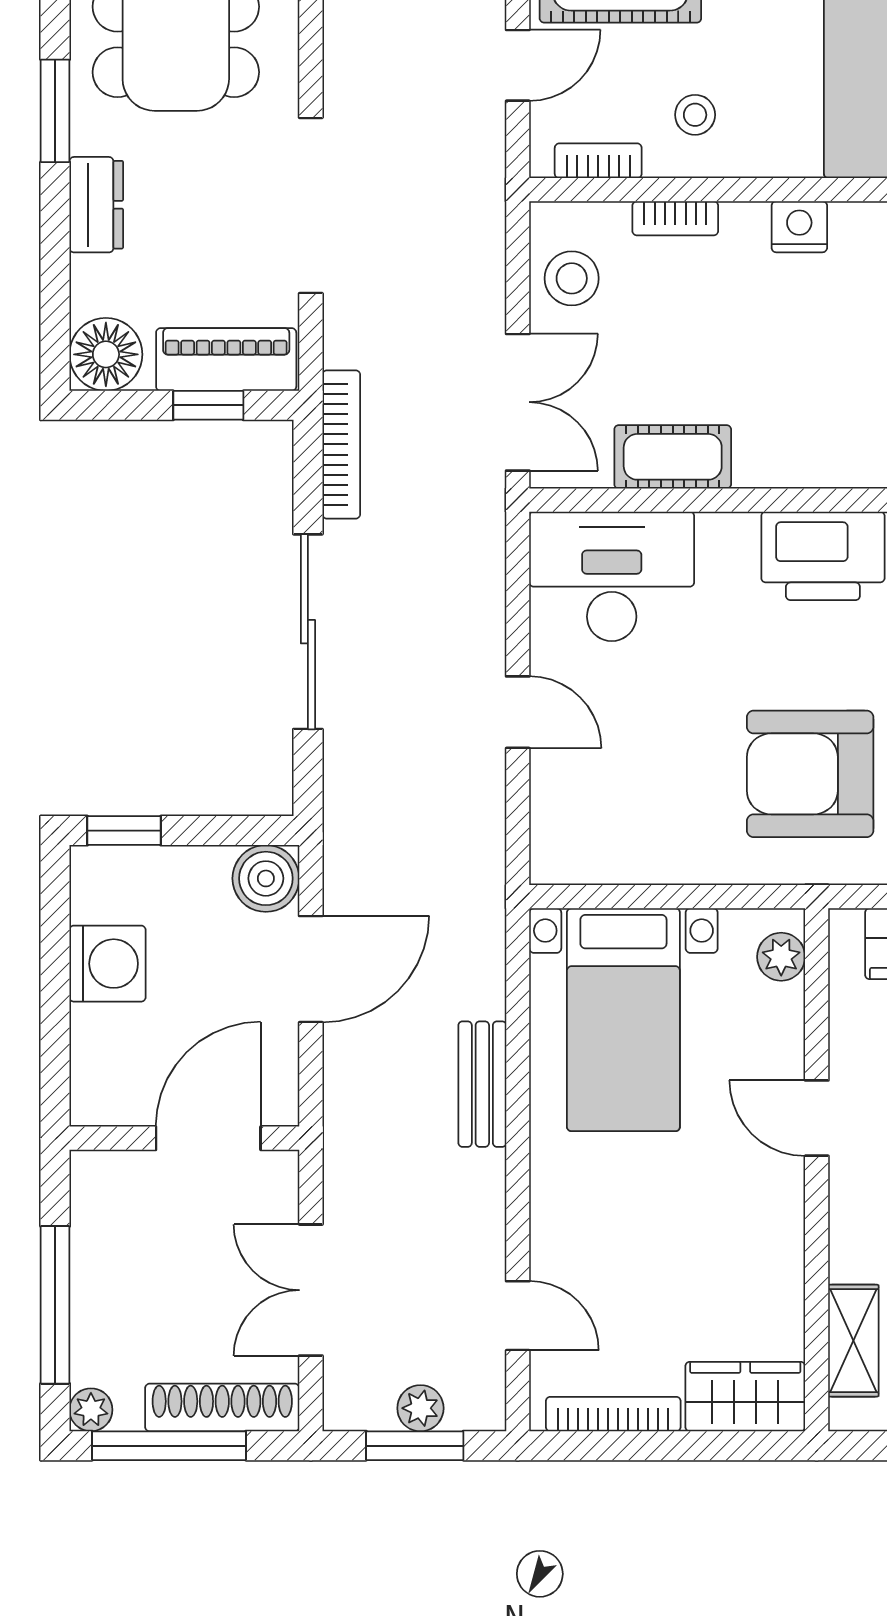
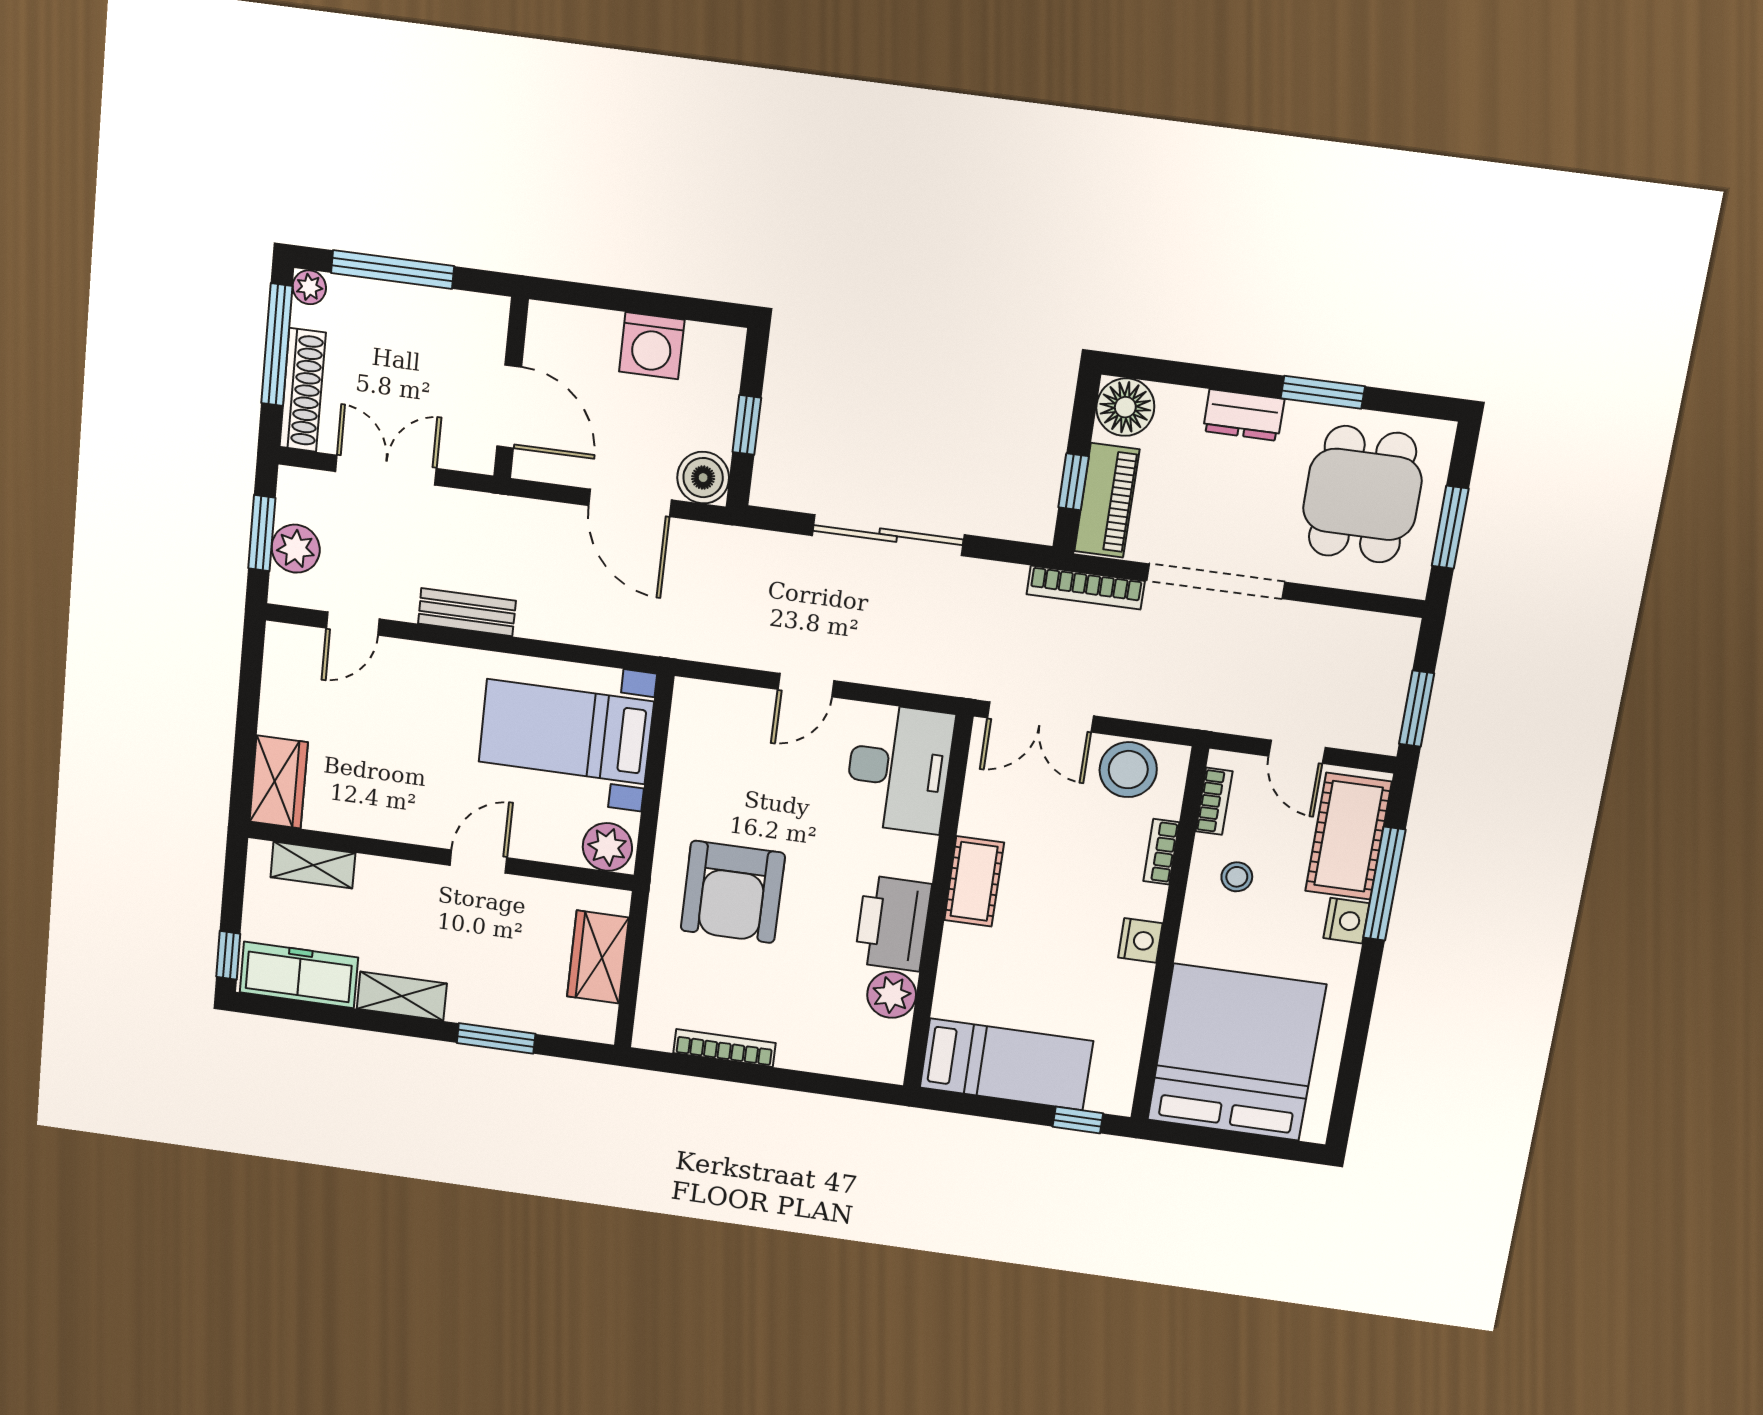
stool: (572, 278) -> (1128, 770), width x1.38, depth x1.38
bookcase: (341, 444) -> (1086, 588), moved
cot: (673, 457) -> (974, 881), moved
armchair: (810, 774) -> (733, 892), turned 180
window: (124, 831) -> (747, 425), moved
plant: (781, 957) -> (607, 847), width x1.38, depth x1.38
bench: (482, 1084) -> (467, 612), moved
plant: (420, 1408) -> (296, 549), width x1.38, depth x1.38
bookcase: (613, 1414) -> (274, 684), removed

